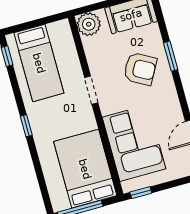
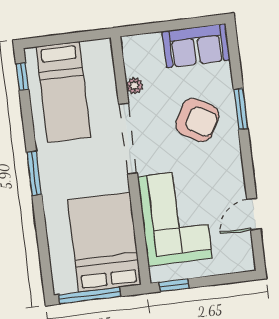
plant: (89, 24) -> (135, 86), moved, width x0.53, depth x0.53
doorway: (91, 90) -> (128, 139), width x1.87
window: (26, 126) -> (34, 173), width x1.50

